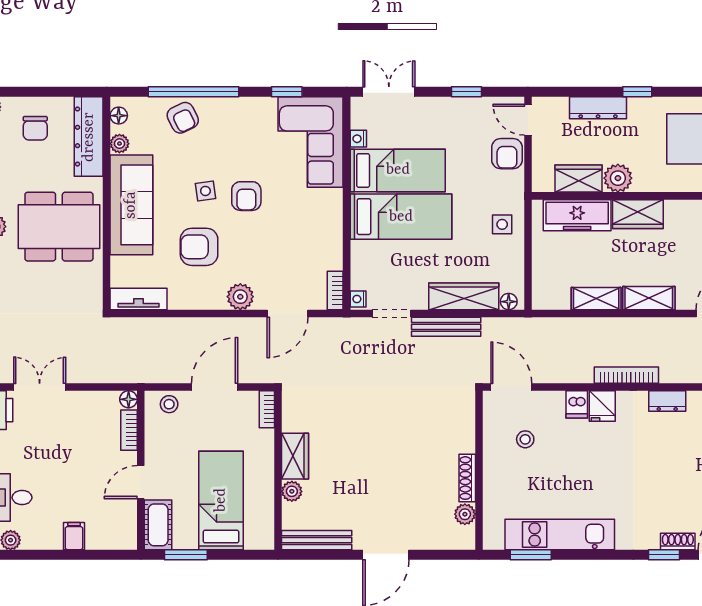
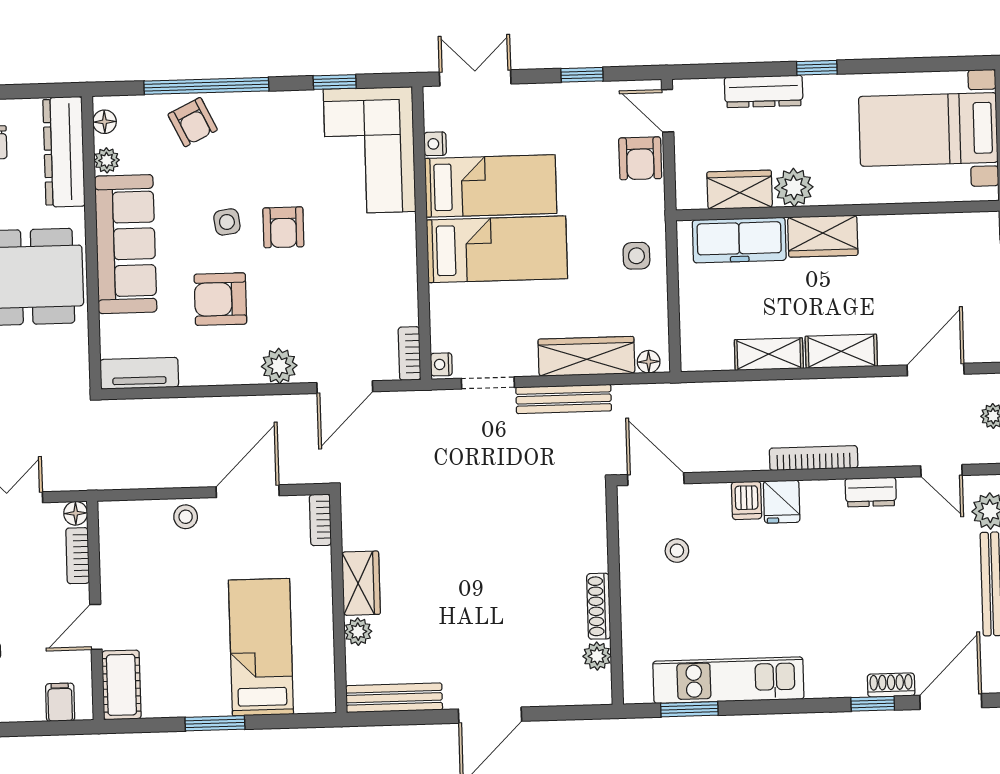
floor lamp: (129, 399) -> (76, 513), moved
bookcase: (129, 430) -> (78, 556), moved
wall: (141, 470) -> (95, 610), moved
door: (141, 482) -> (96, 627), moved
cot: (158, 525) -> (121, 685), moved

